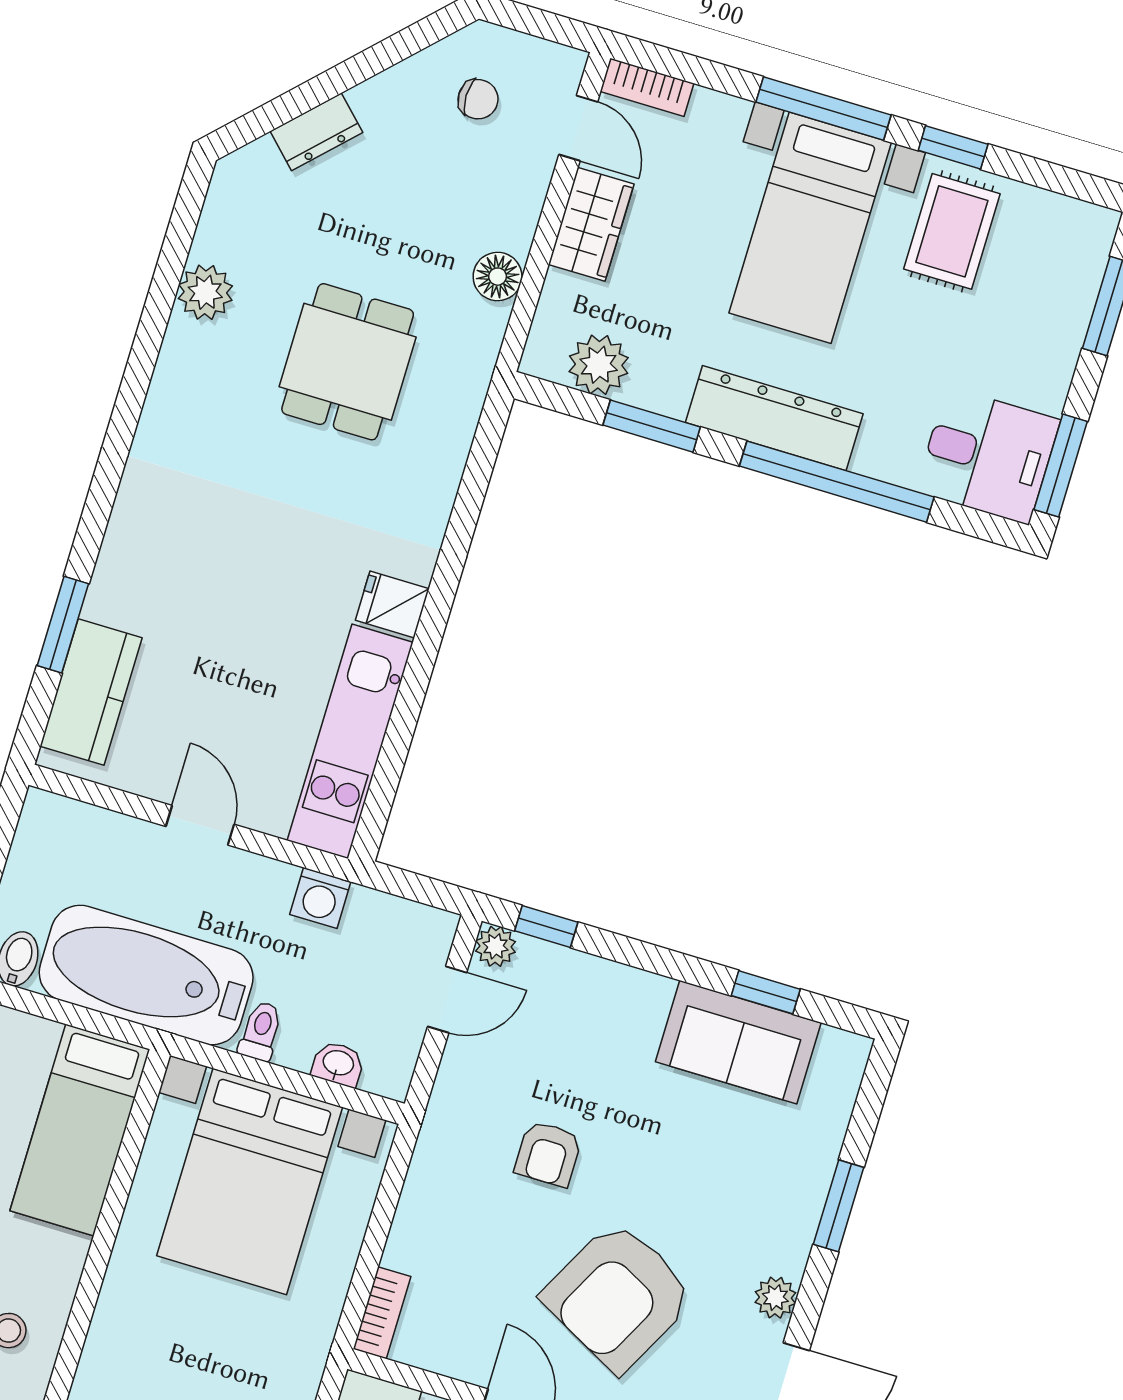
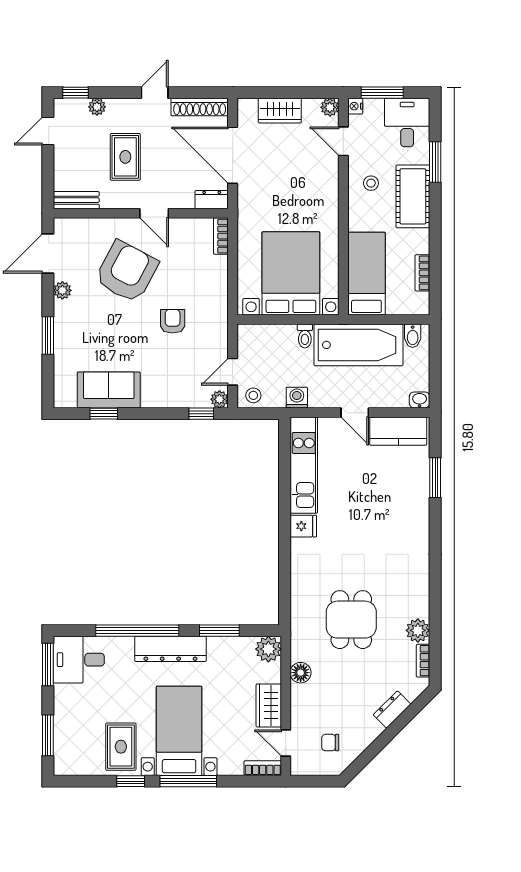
bookcase: (214, 221) -> (423, 661), added
plant: (599, 365) -> (268, 649), moved
kitchen counter: (91, 692) -> (398, 431), moved, turned -90
stool: (417, 932) -> (253, 395), added
washbasin: (338, 1064) -> (420, 400), moved, turned 180

